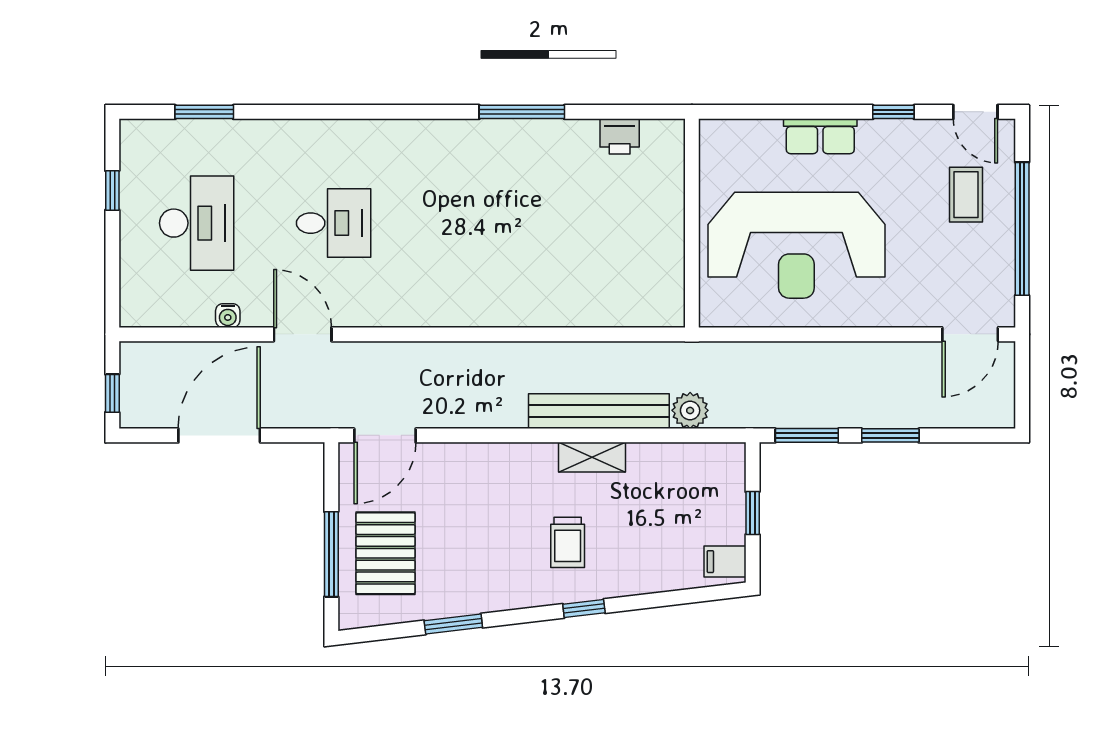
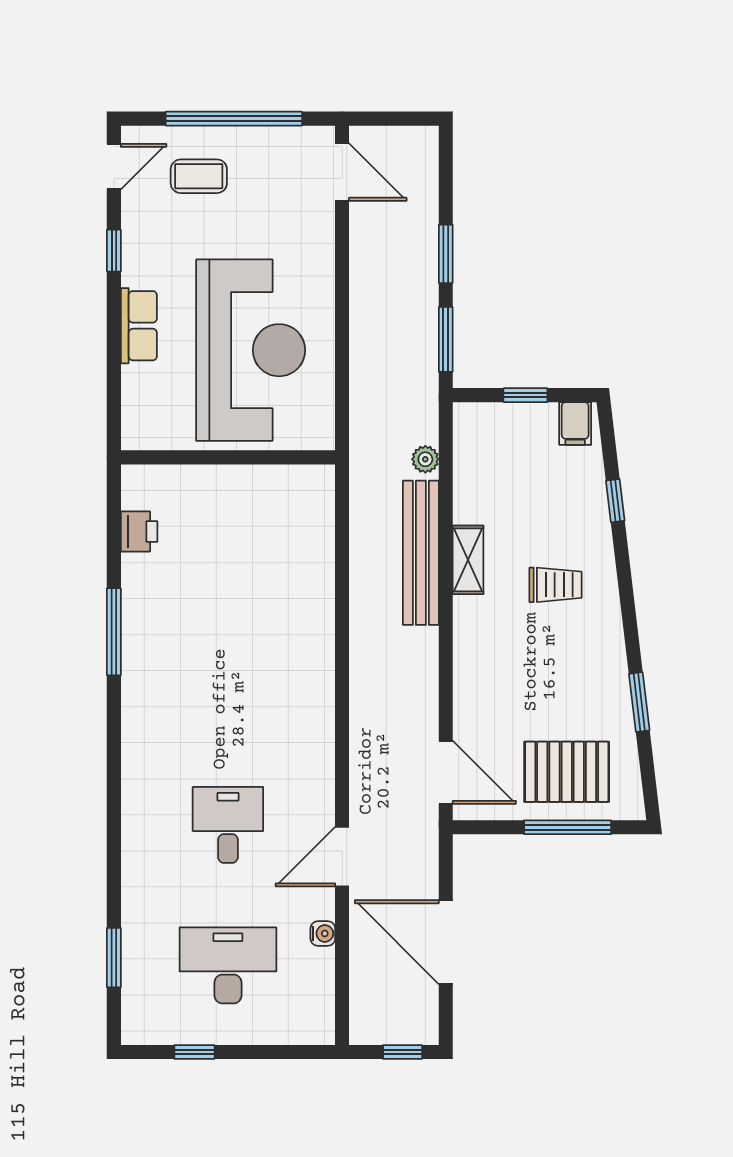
plant: (690, 410) -> (425, 459), width x0.73, depth x0.73
window: (584, 608) -> (615, 501), moved

